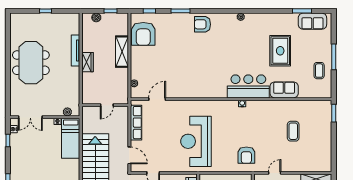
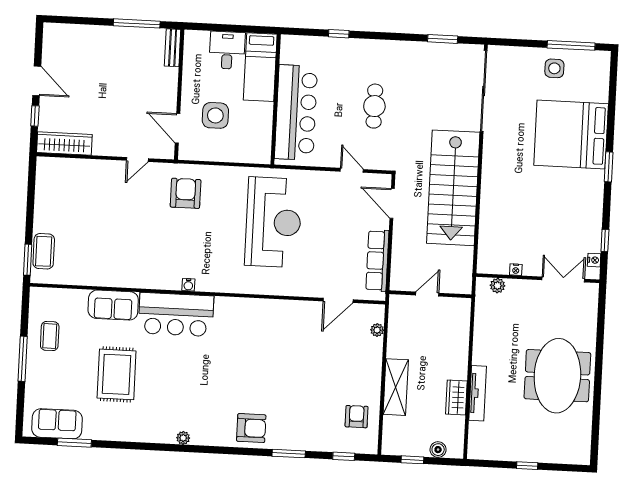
armchair: (143, 34) -> (357, 417), width x0.53, depth x0.53
wardrobe: (87, 62) -> (456, 397), moved
coffee table: (293, 131) -> (44, 251), moved
bed: (71, 138) -> (494, 239), removed

